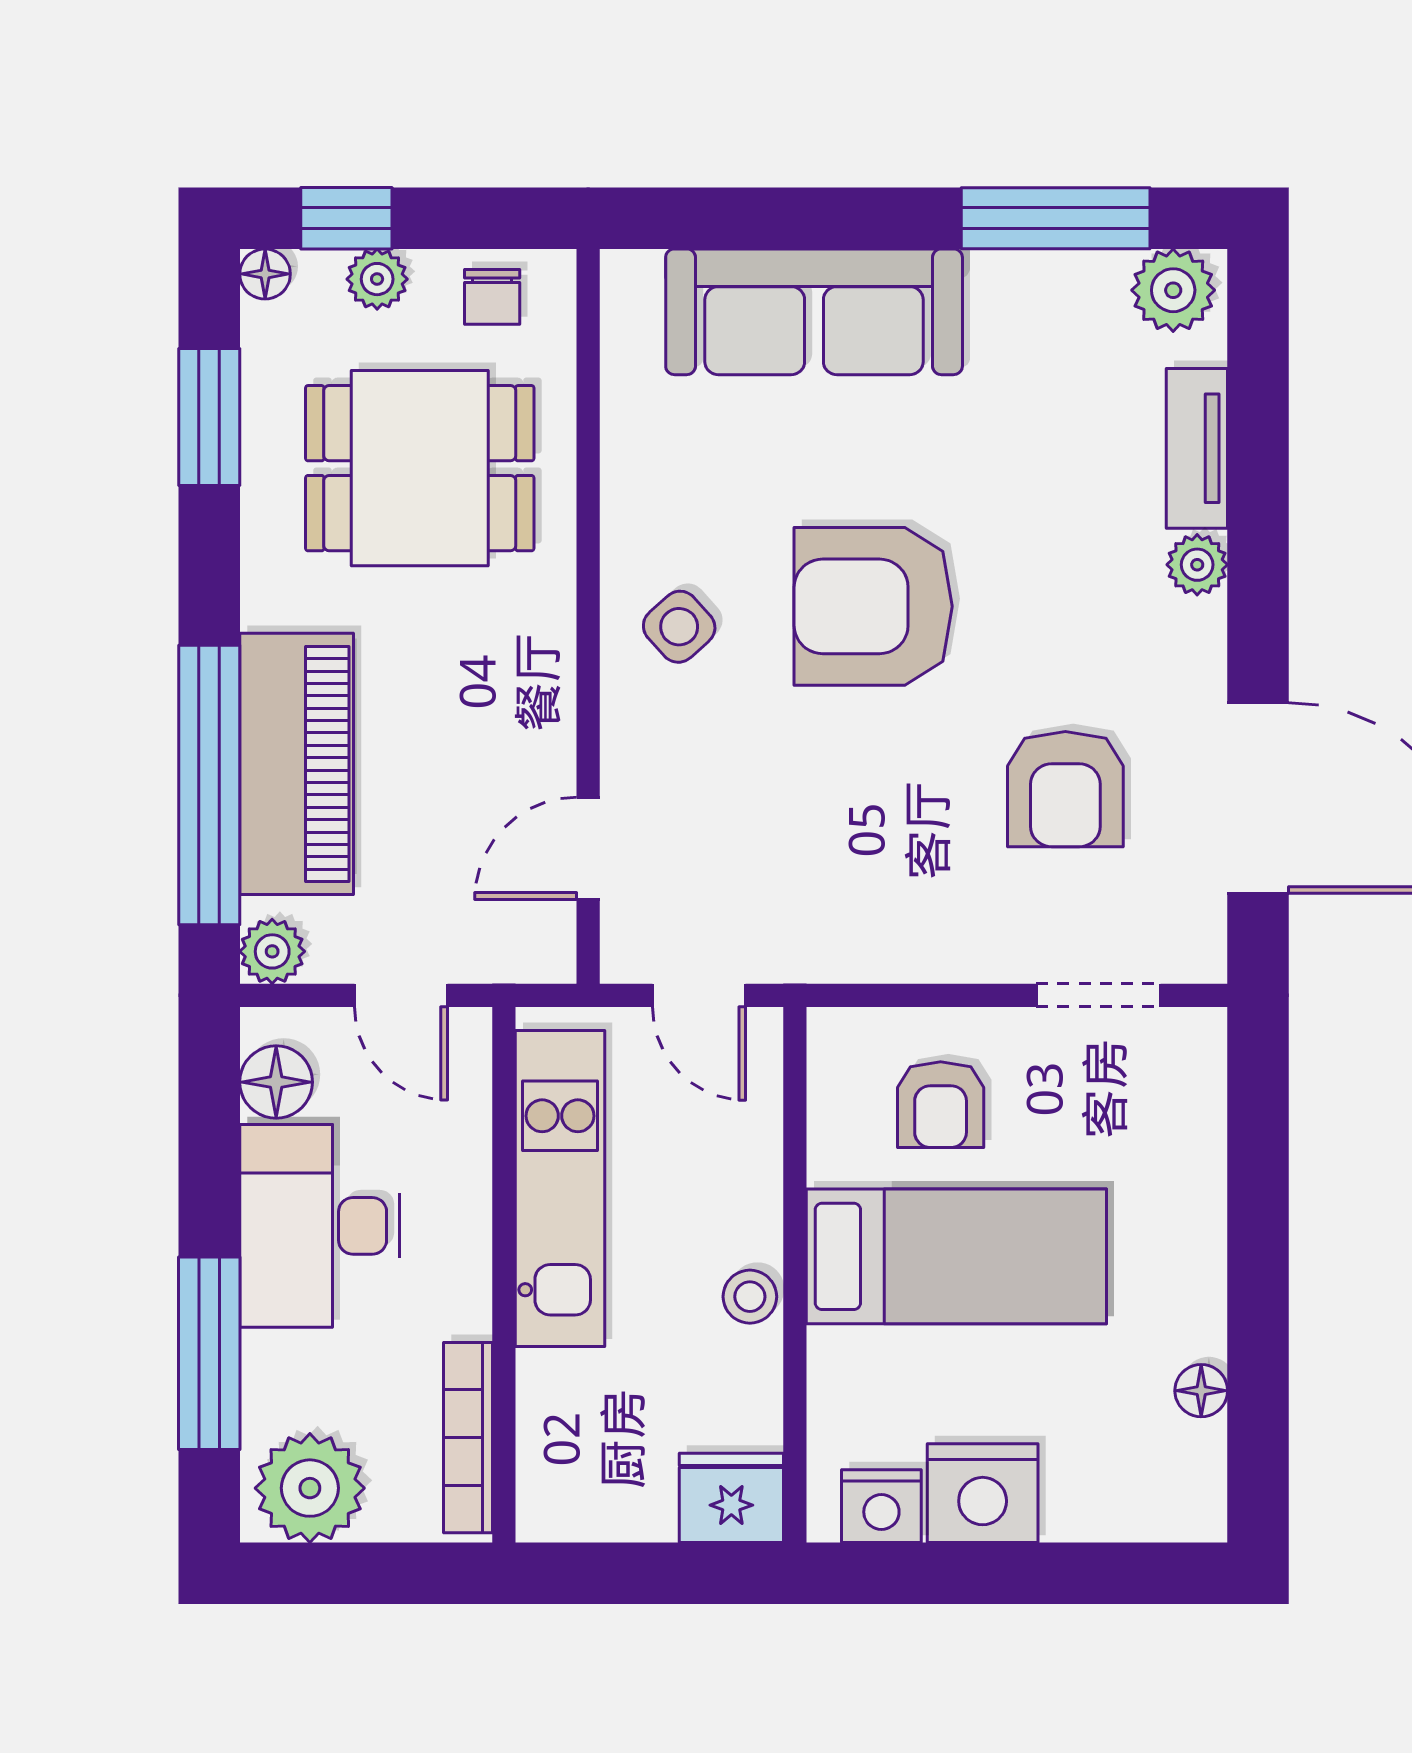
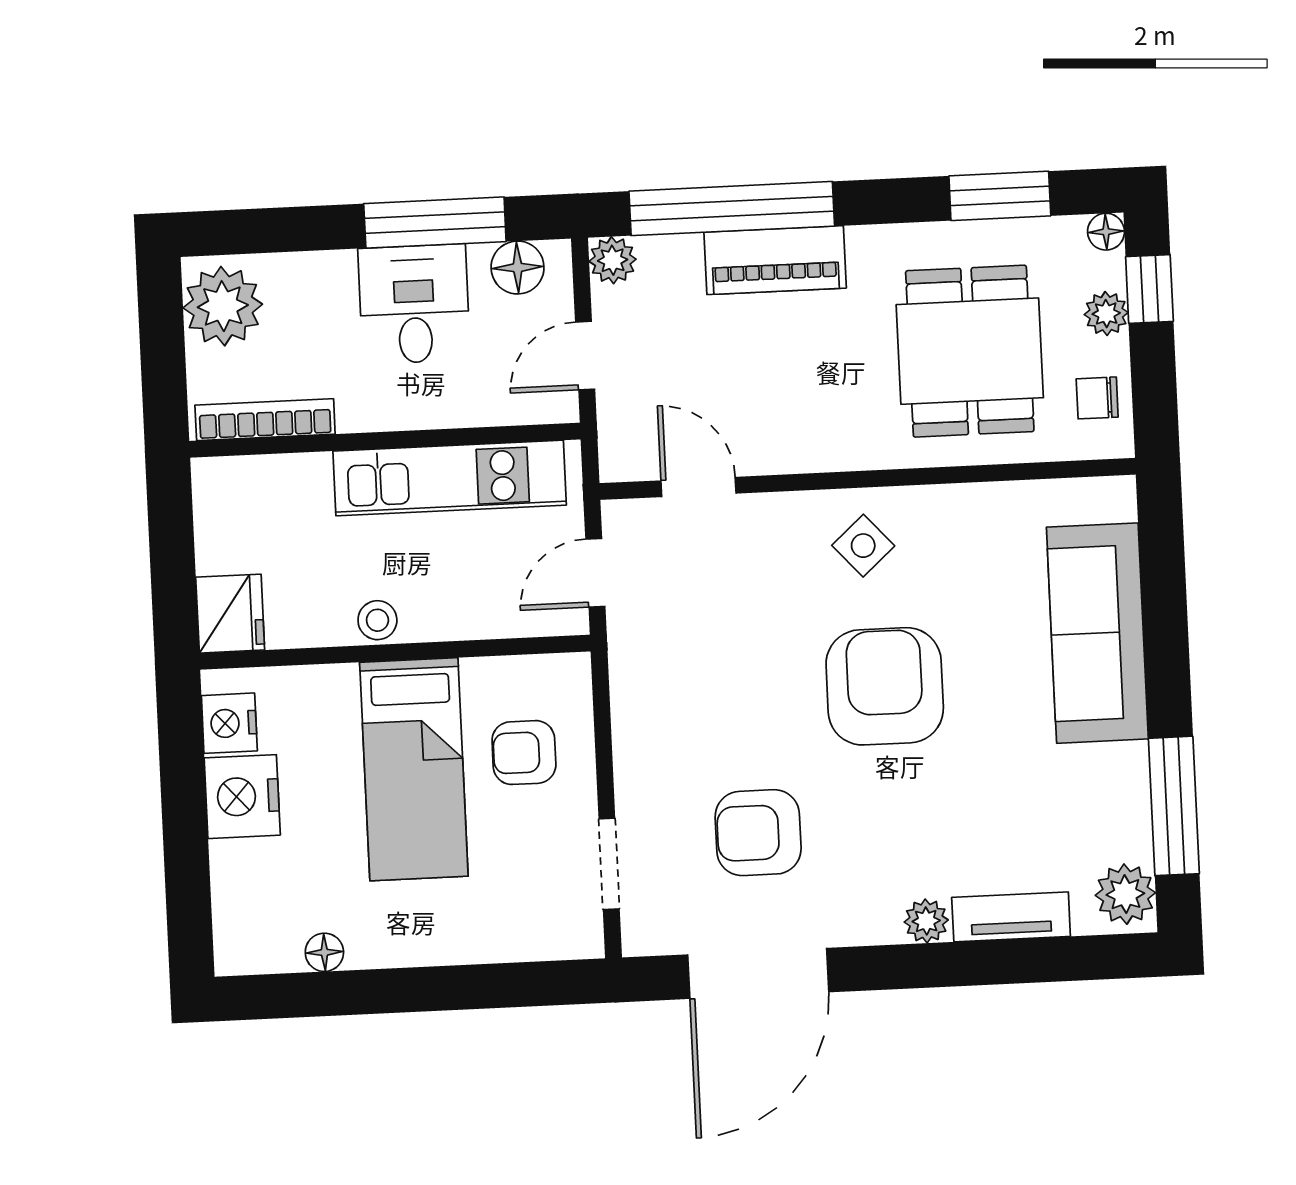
piano: (297, 764) -> (775, 260), width x0.73, depth x0.75
desk: (320, 1226) -> (414, 304), width x0.73
window: (209, 1353) -> (435, 223), moved

